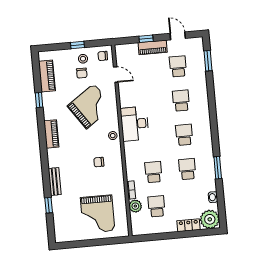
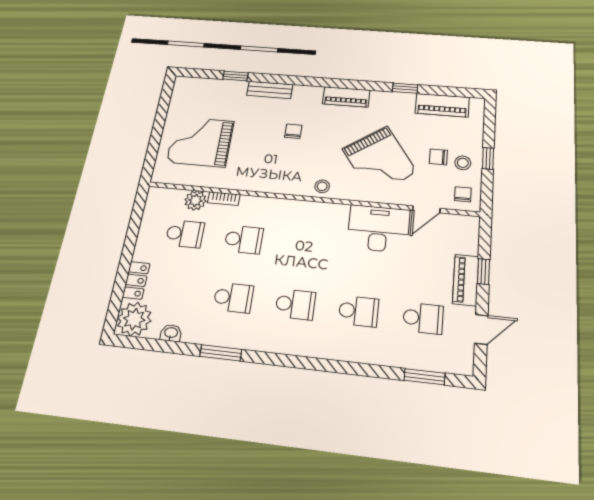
desk: (135, 124) -> (378, 229), moved
chair: (99, 162) -> (293, 131), moved

